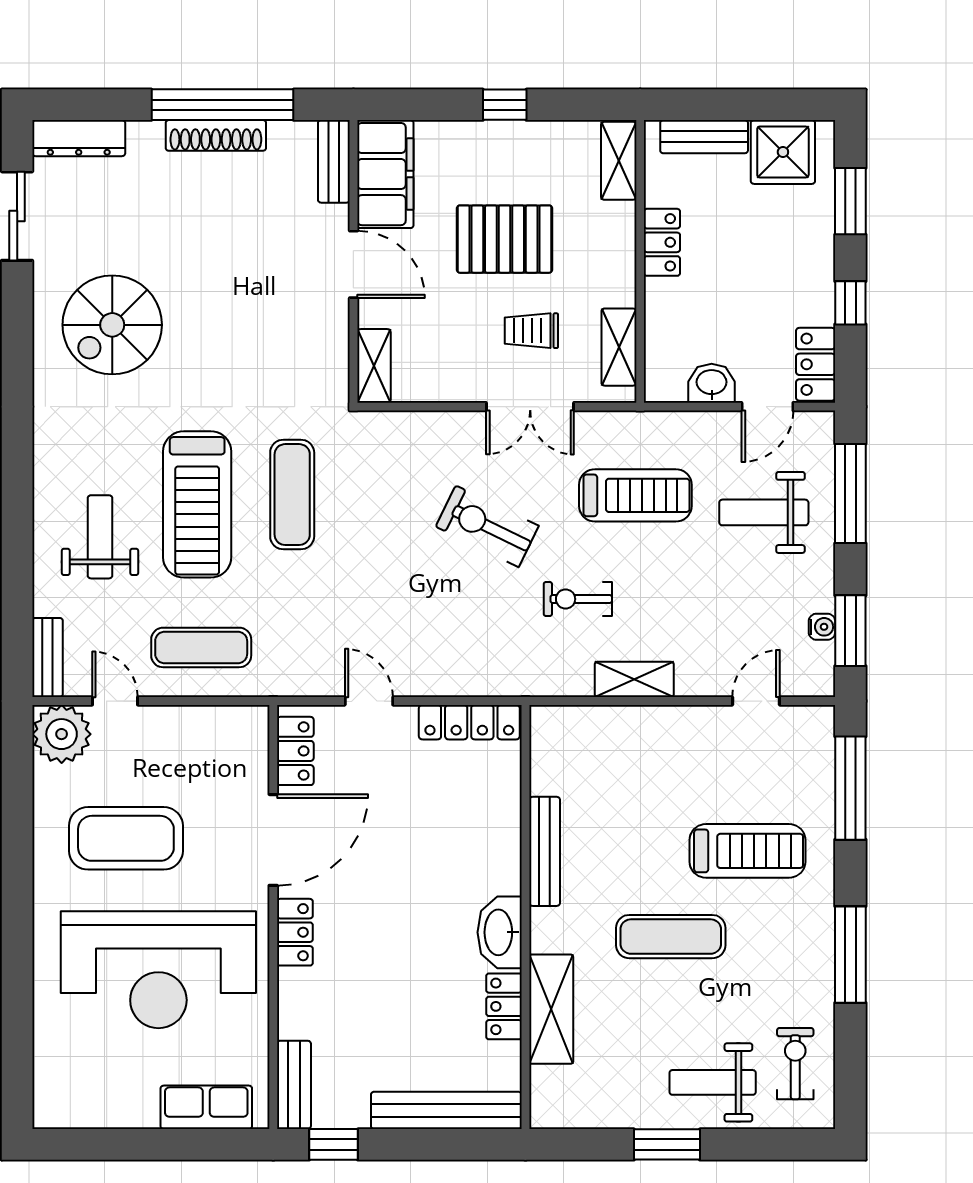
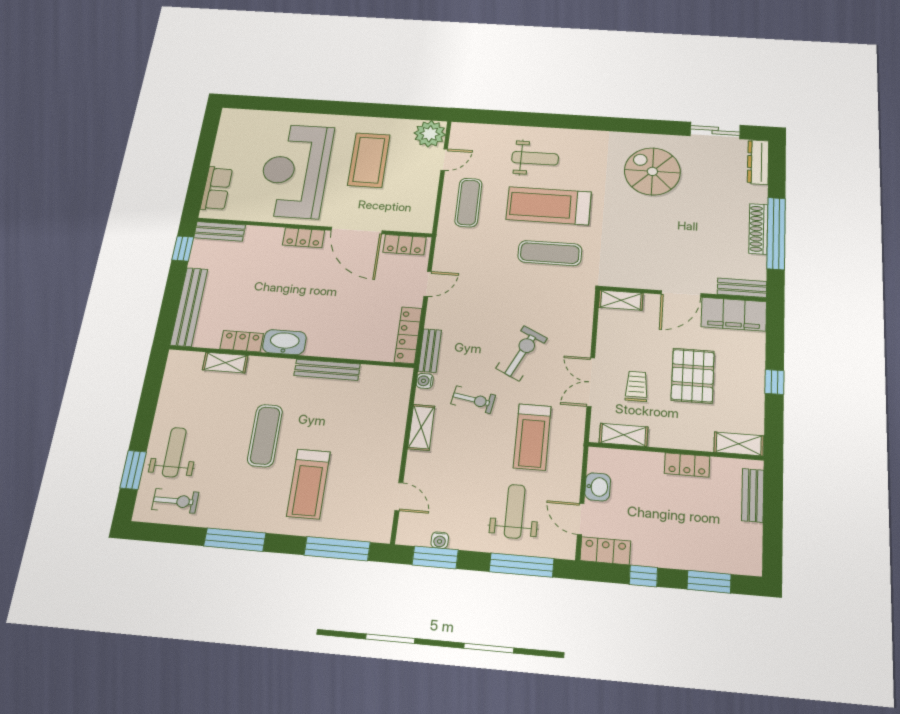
shower: (783, 152) -> (742, 542), removed
exercise bike: (578, 599) -> (473, 400), turned 100
bench: (48, 657) -> (430, 351), moved, turned 90
water cooler: (551, 684) -> (425, 381), added
shelving: (551, 1009) -> (225, 363), width x0.67, depth x0.75
window: (667, 1144) -> (133, 470), moved

